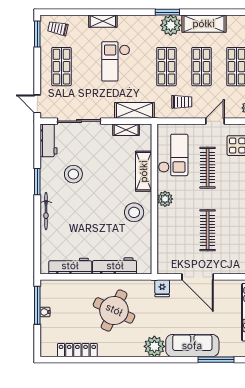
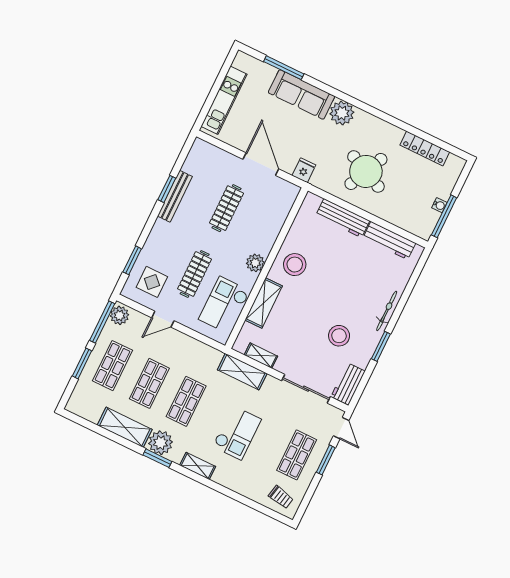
shelving: (103, 21) -> (198, 466), moved
window: (37, 34) -> (326, 460), moved
trolley: (182, 102) -> (188, 356), removed

